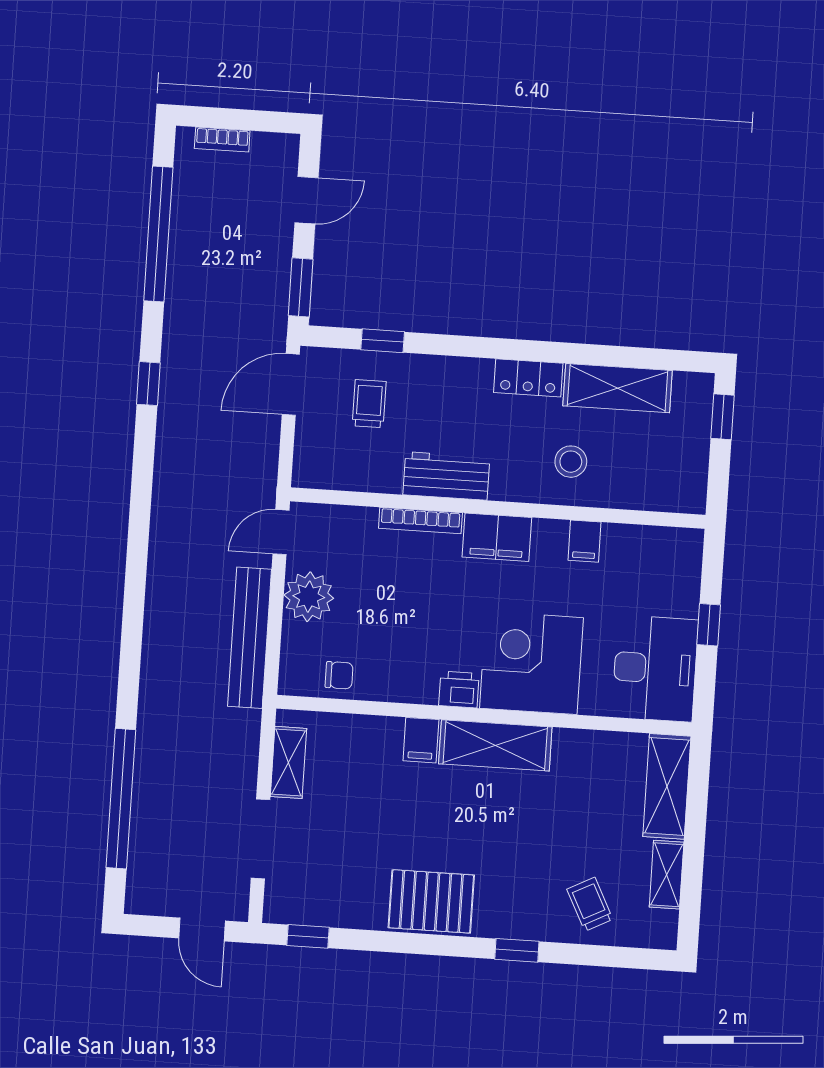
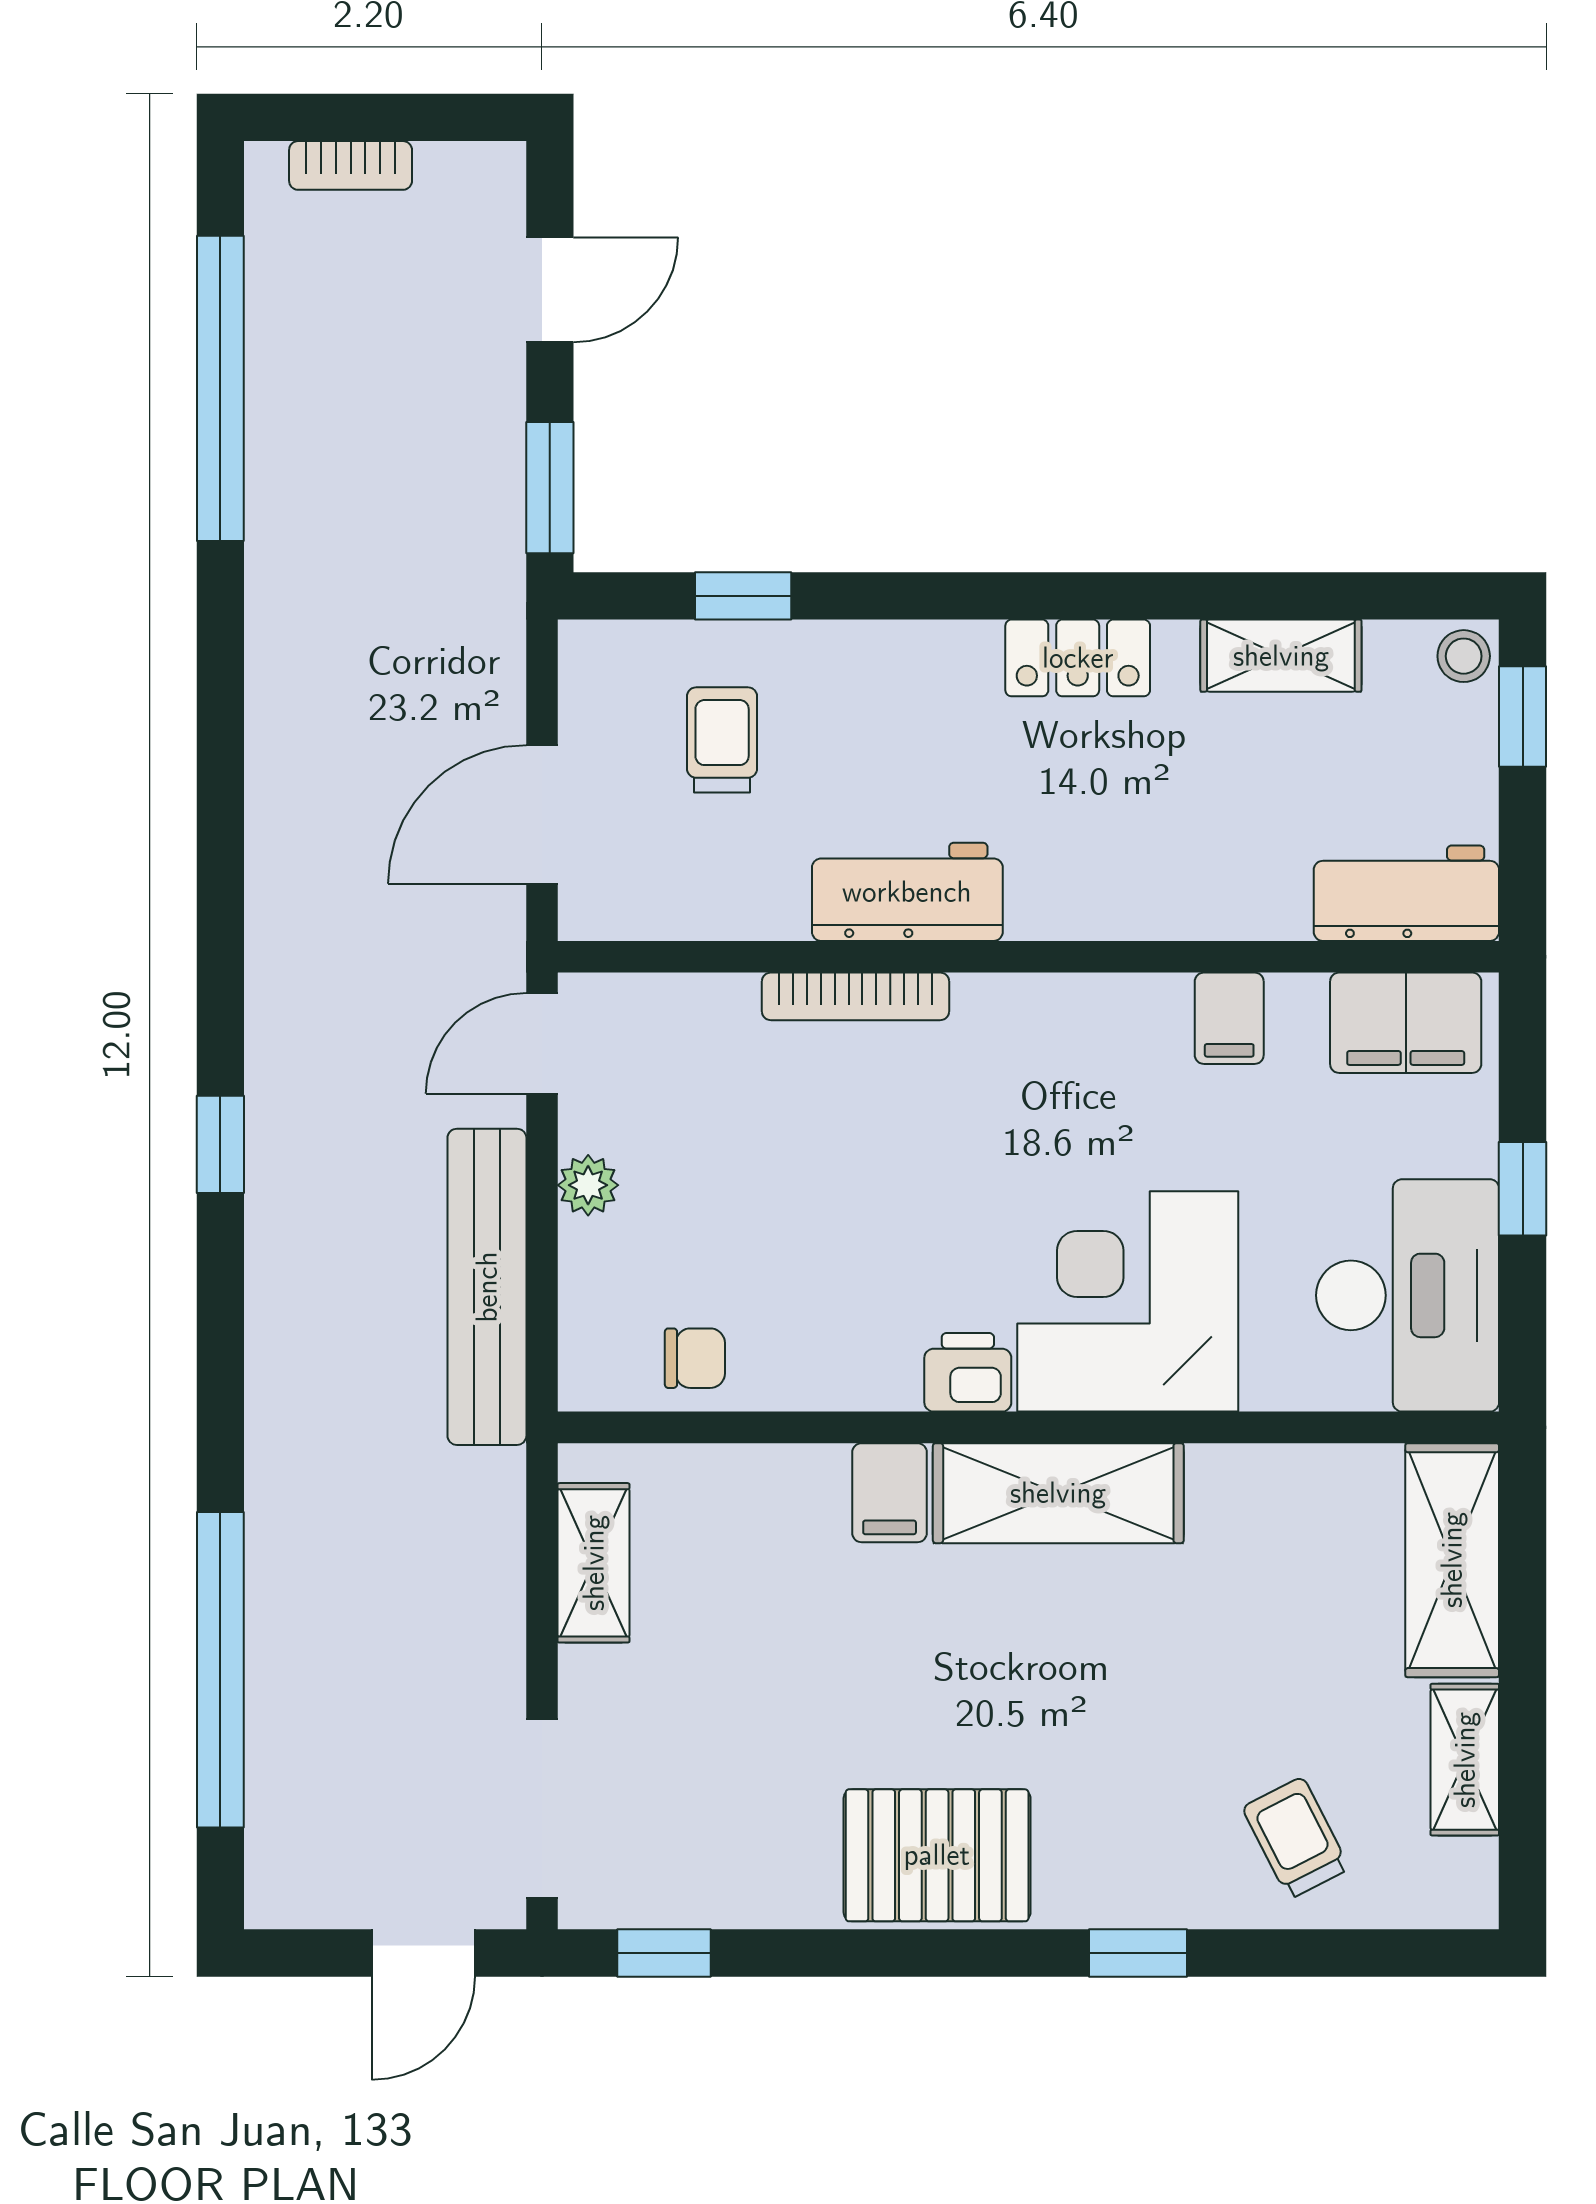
window: (148, 384) -> (220, 1144), moved
door: (291, 384) -> (542, 814), moved
shelving: (618, 388) -> (1281, 656), width x0.67, depth x0.75
stool: (571, 462) -> (1464, 656), moved, width x0.73, depth x0.73
workbench: (666, 491) -> (1406, 893), added
filing cabinet: (497, 537) -> (1406, 1023), moved
plant: (309, 597) -> (588, 1185), width x0.53, depth x0.53
doorway: (261, 839) -> (542, 1809), moved
door: (202, 929) -> (423, 1953), hinge flipped

